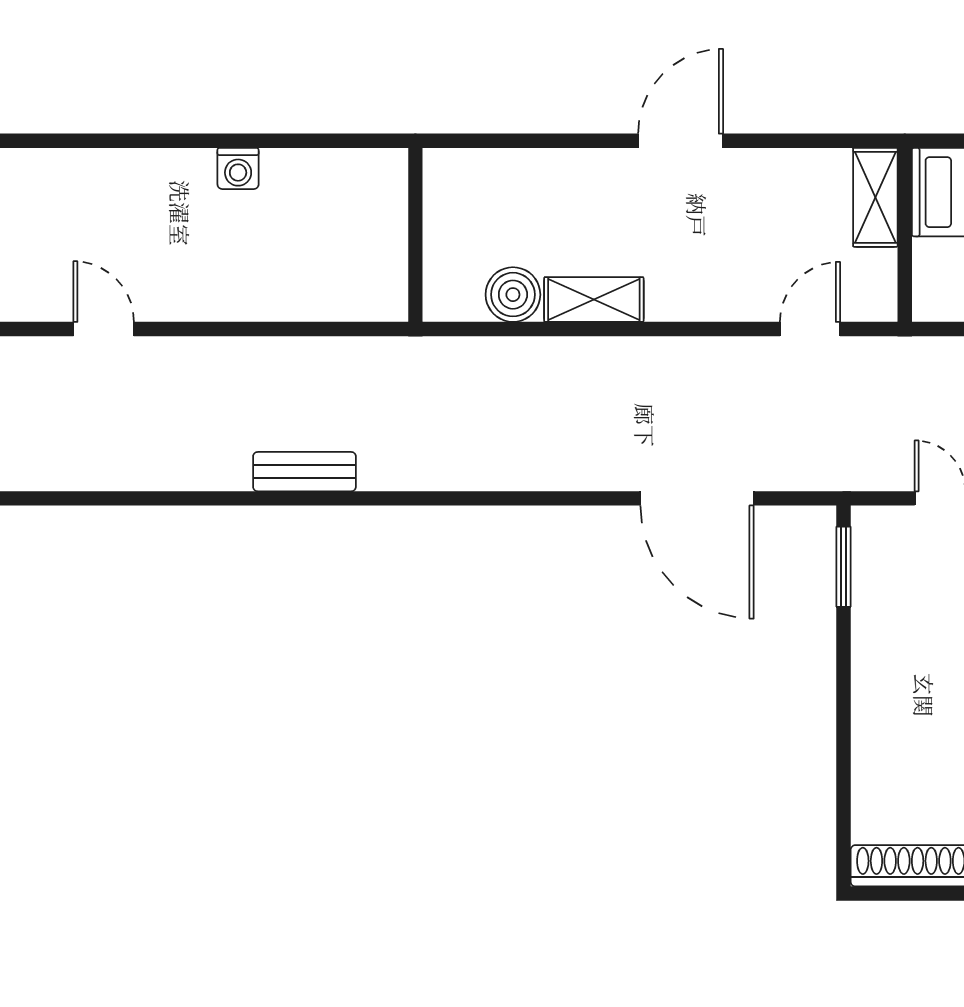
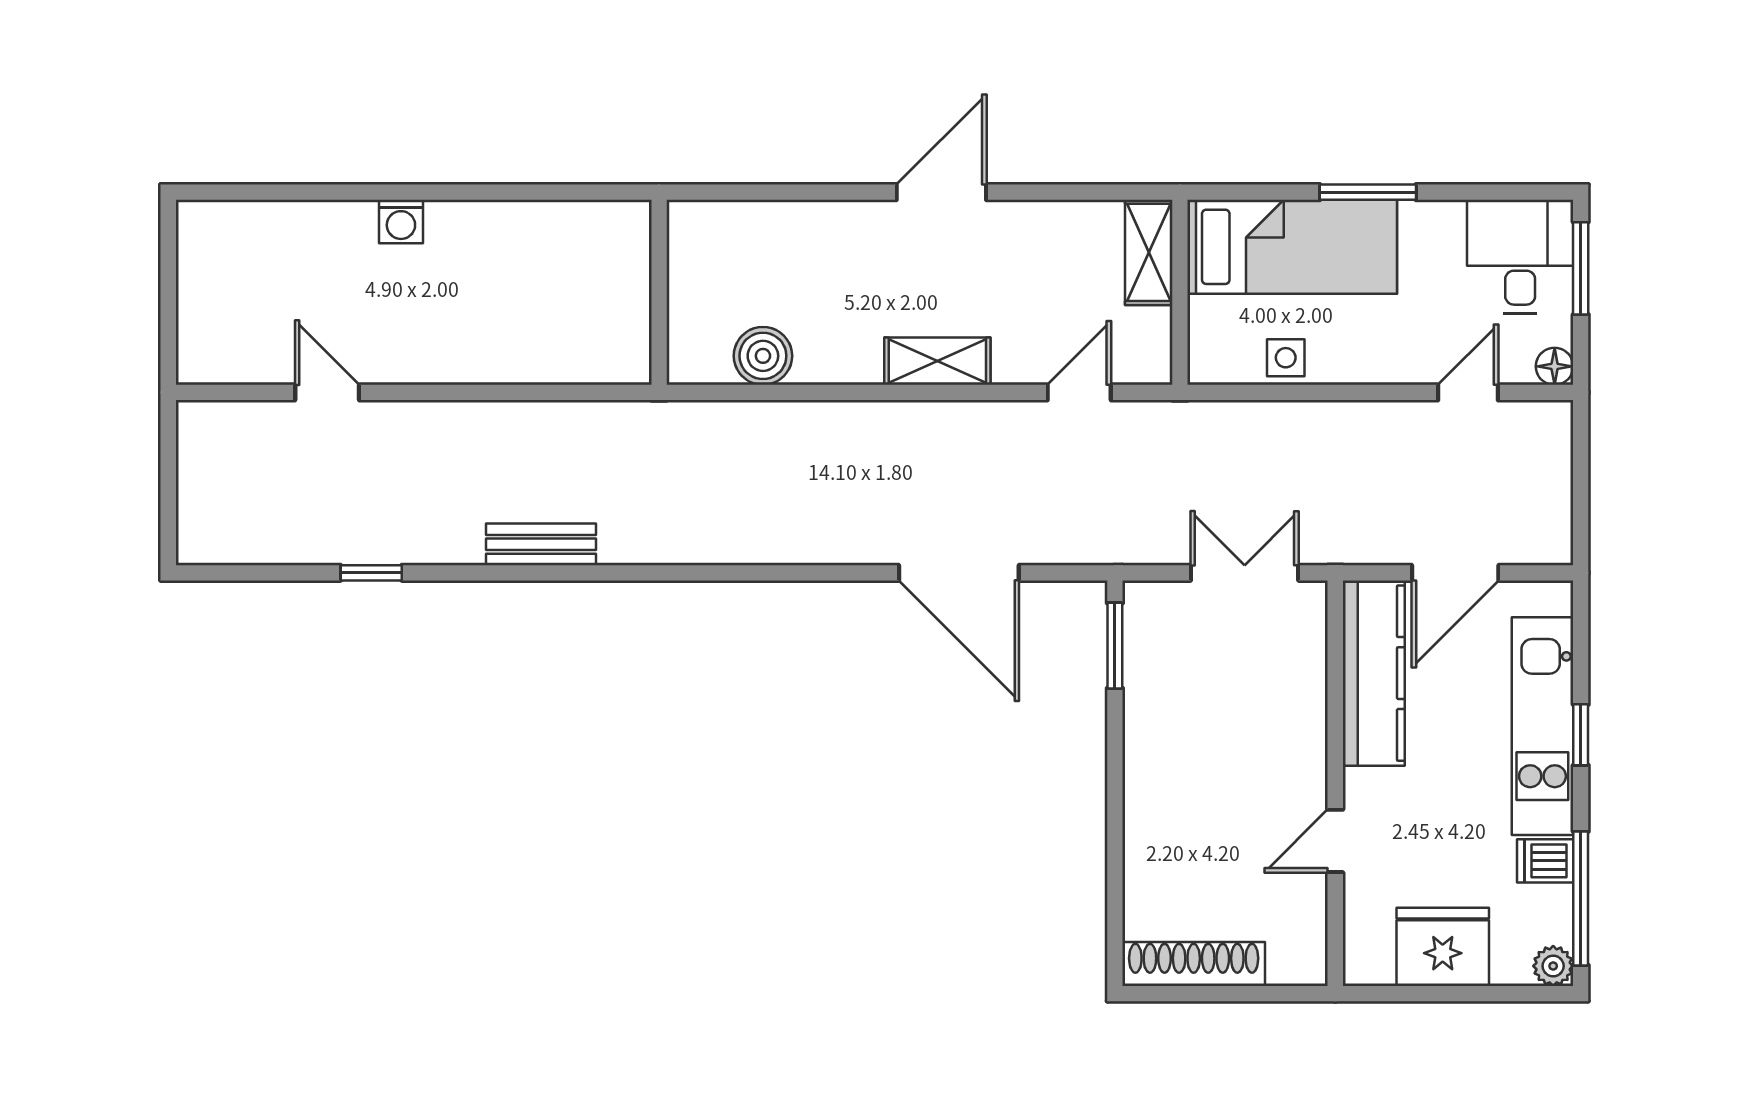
washing machine: (238, 168) -> (401, 222), moved
shelving: (594, 300) -> (937, 361), moved
window: (145, 498) -> (371, 573), added

